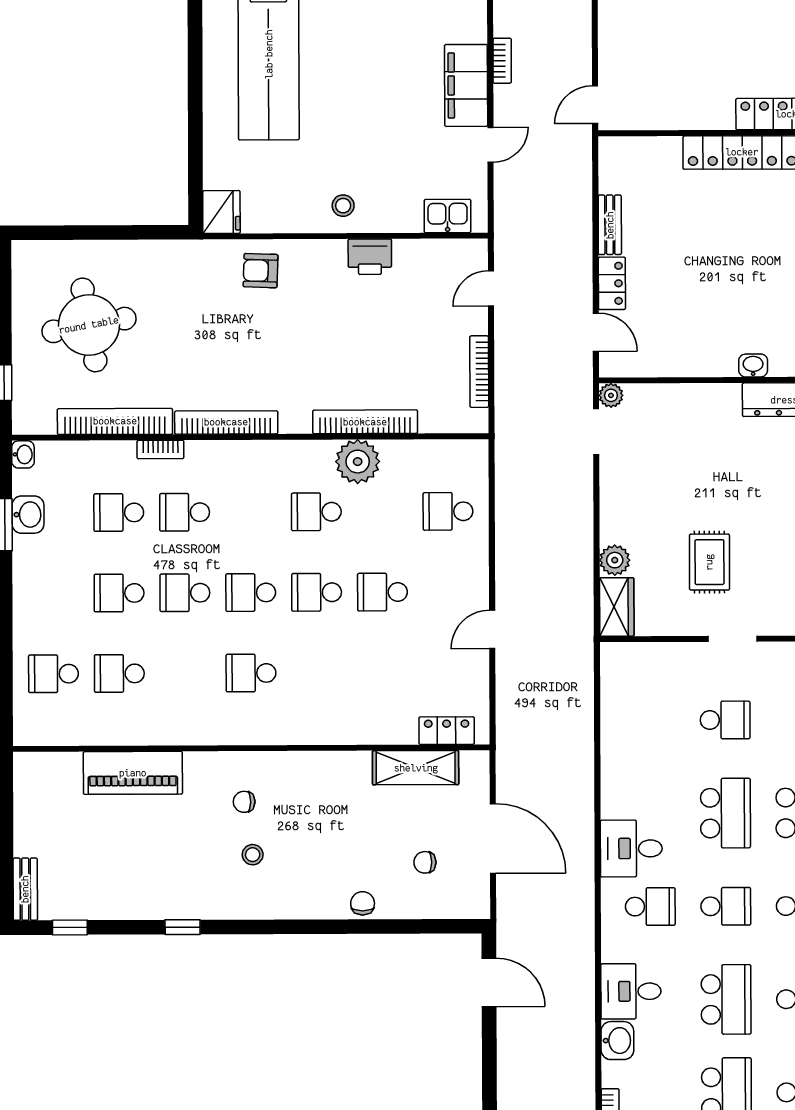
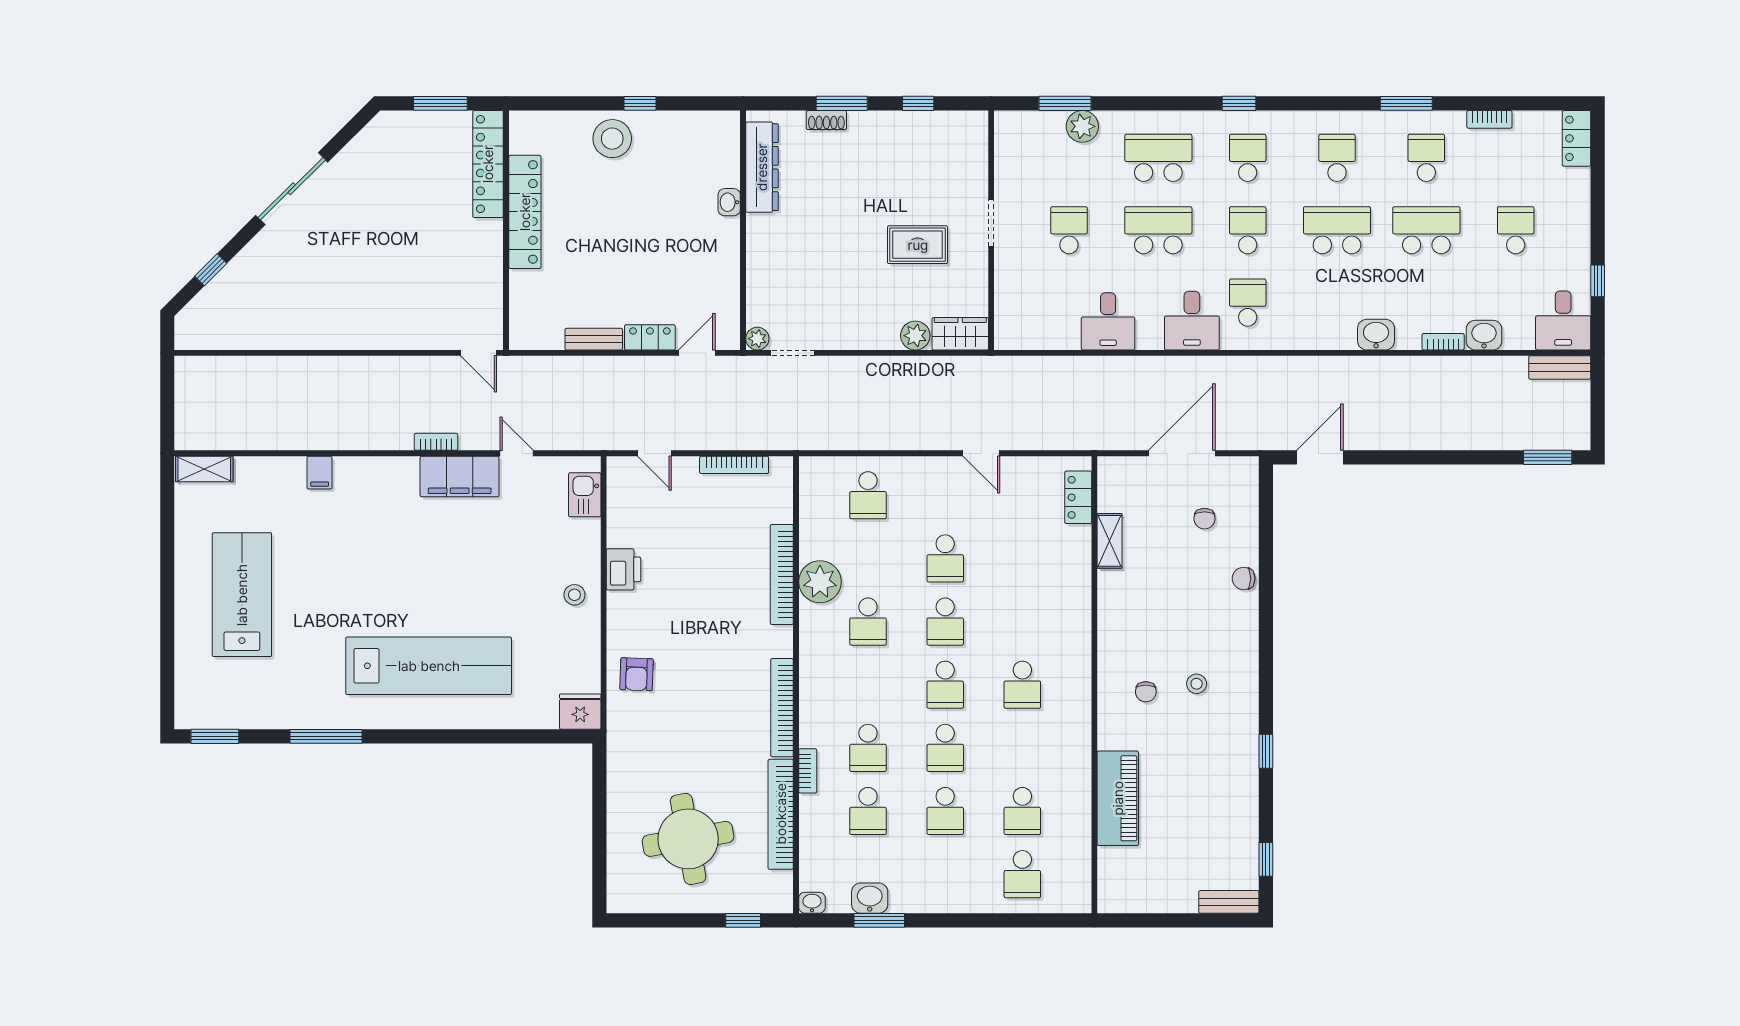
shelving: (416, 768) -> (1109, 541), width x0.67, depth x0.75
desk: (631, 991) -> (1108, 321), moved

